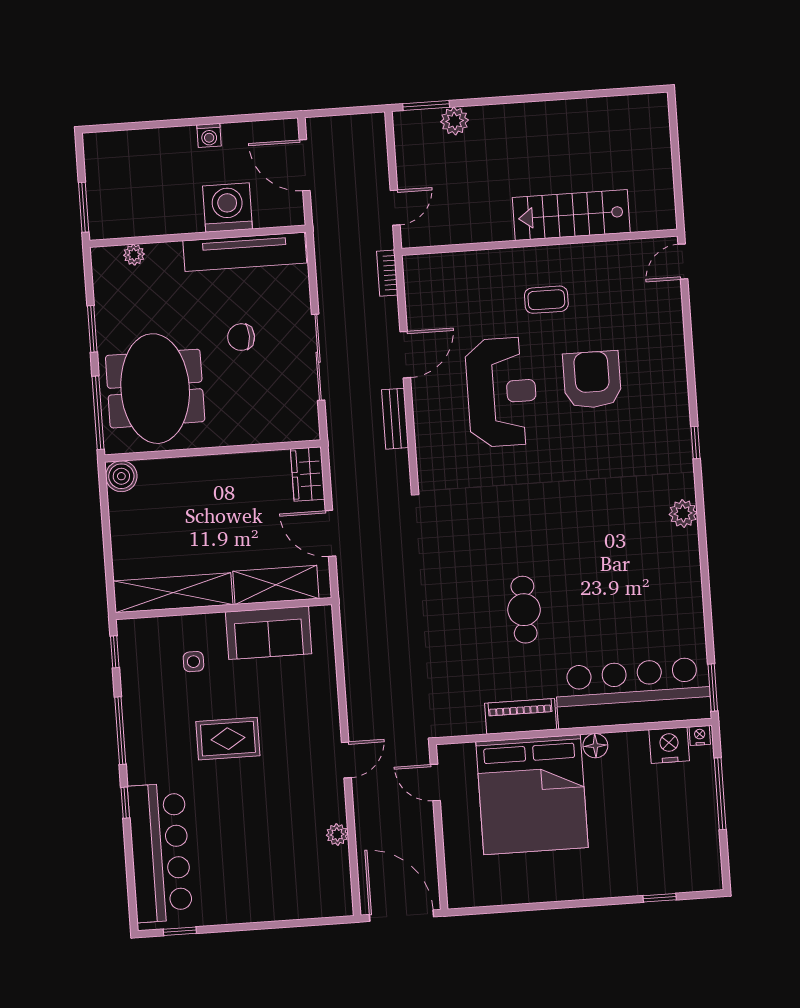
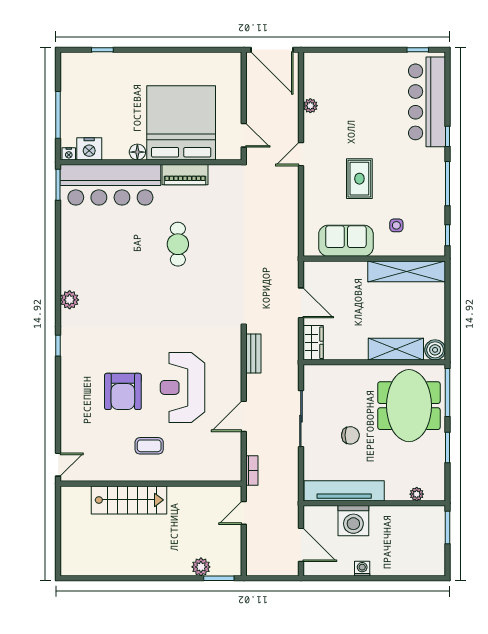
bench: (395, 419) -> (253, 353), moved
shelving: (276, 585) -> (396, 349), moved
rug: (228, 739) -> (359, 179), moved, turned 90

